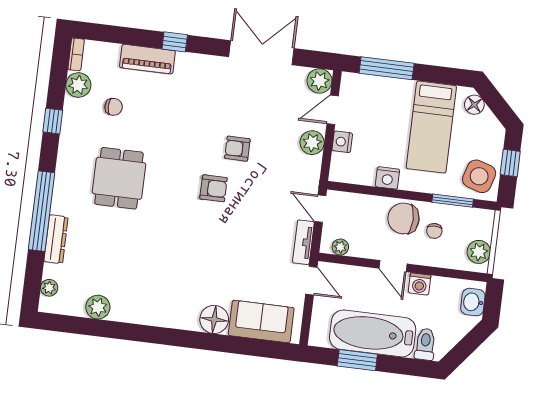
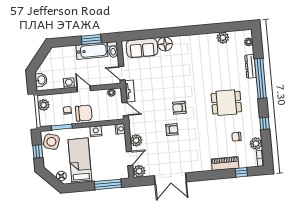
window: (175, 42) -> (241, 172), moved
nightstand: (342, 142) -> (120, 129), moved
dining table: (119, 178) -> (226, 103), turned 90
bathtub: (373, 333) -> (92, 51), width x0.73, depth x0.73
toilet: (425, 344) -> (113, 50), moved

